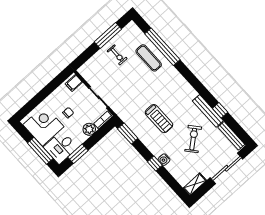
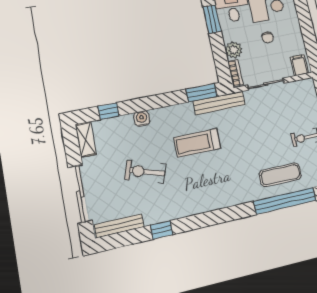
bench: (208, 111) -> (219, 103), moved
exercise bike: (193, 139) -> (145, 172), turned 148
window: (155, 164) -> (109, 111), moved

